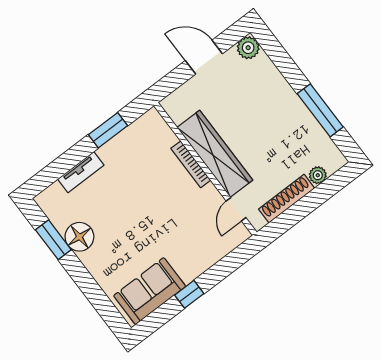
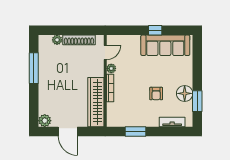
wardrobe: (215, 154) -> (96, 102), moved
tv unit: (81, 172) -> (172, 122), moved
plant: (210, 193) -> (111, 68), added
armchair: (120, 206) -> (156, 94), added
sofa: (150, 291) -> (165, 45), width x1.36

